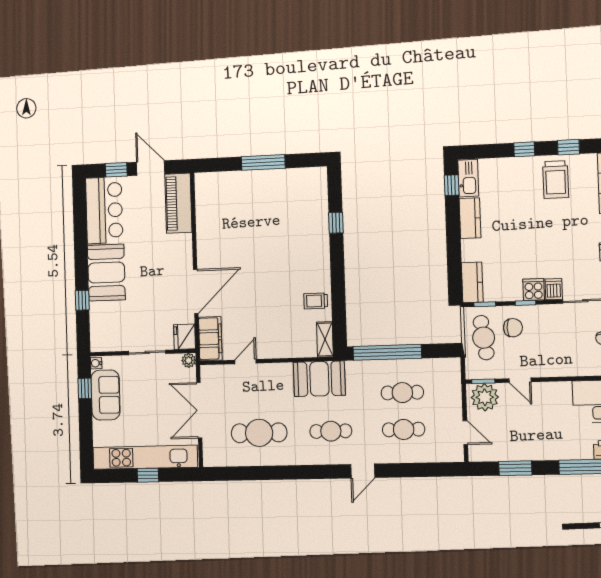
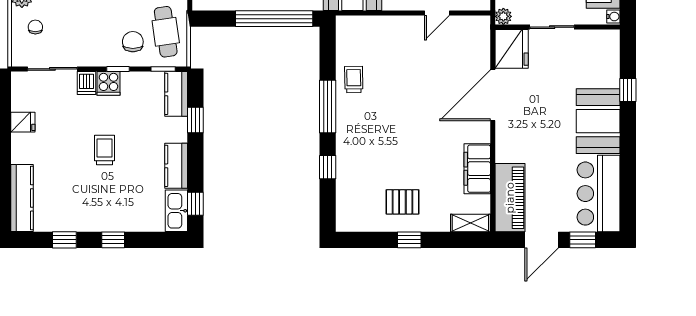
window: (263, 162) -> (409, 240), width x0.46
door: (151, 168) -> (542, 240), hinge flipped
trolley: (556, 180) -> (104, 150), moved, width x0.73, depth x0.72
pallet: (270, 195) -> (402, 202), added
window: (454, 260) -> (195, 120), added
window: (338, 276) -> (328, 107), added
trolley: (316, 301) -> (354, 79), turned -91
chair: (513, 328) -> (133, 42), turned 90
fridge: (185, 337) -> (512, 49), width x1.36, depth x1.34
filing cabinet: (210, 339) -> (477, 169), moved
shelving: (325, 339) -> (470, 223), moved, turned 90

